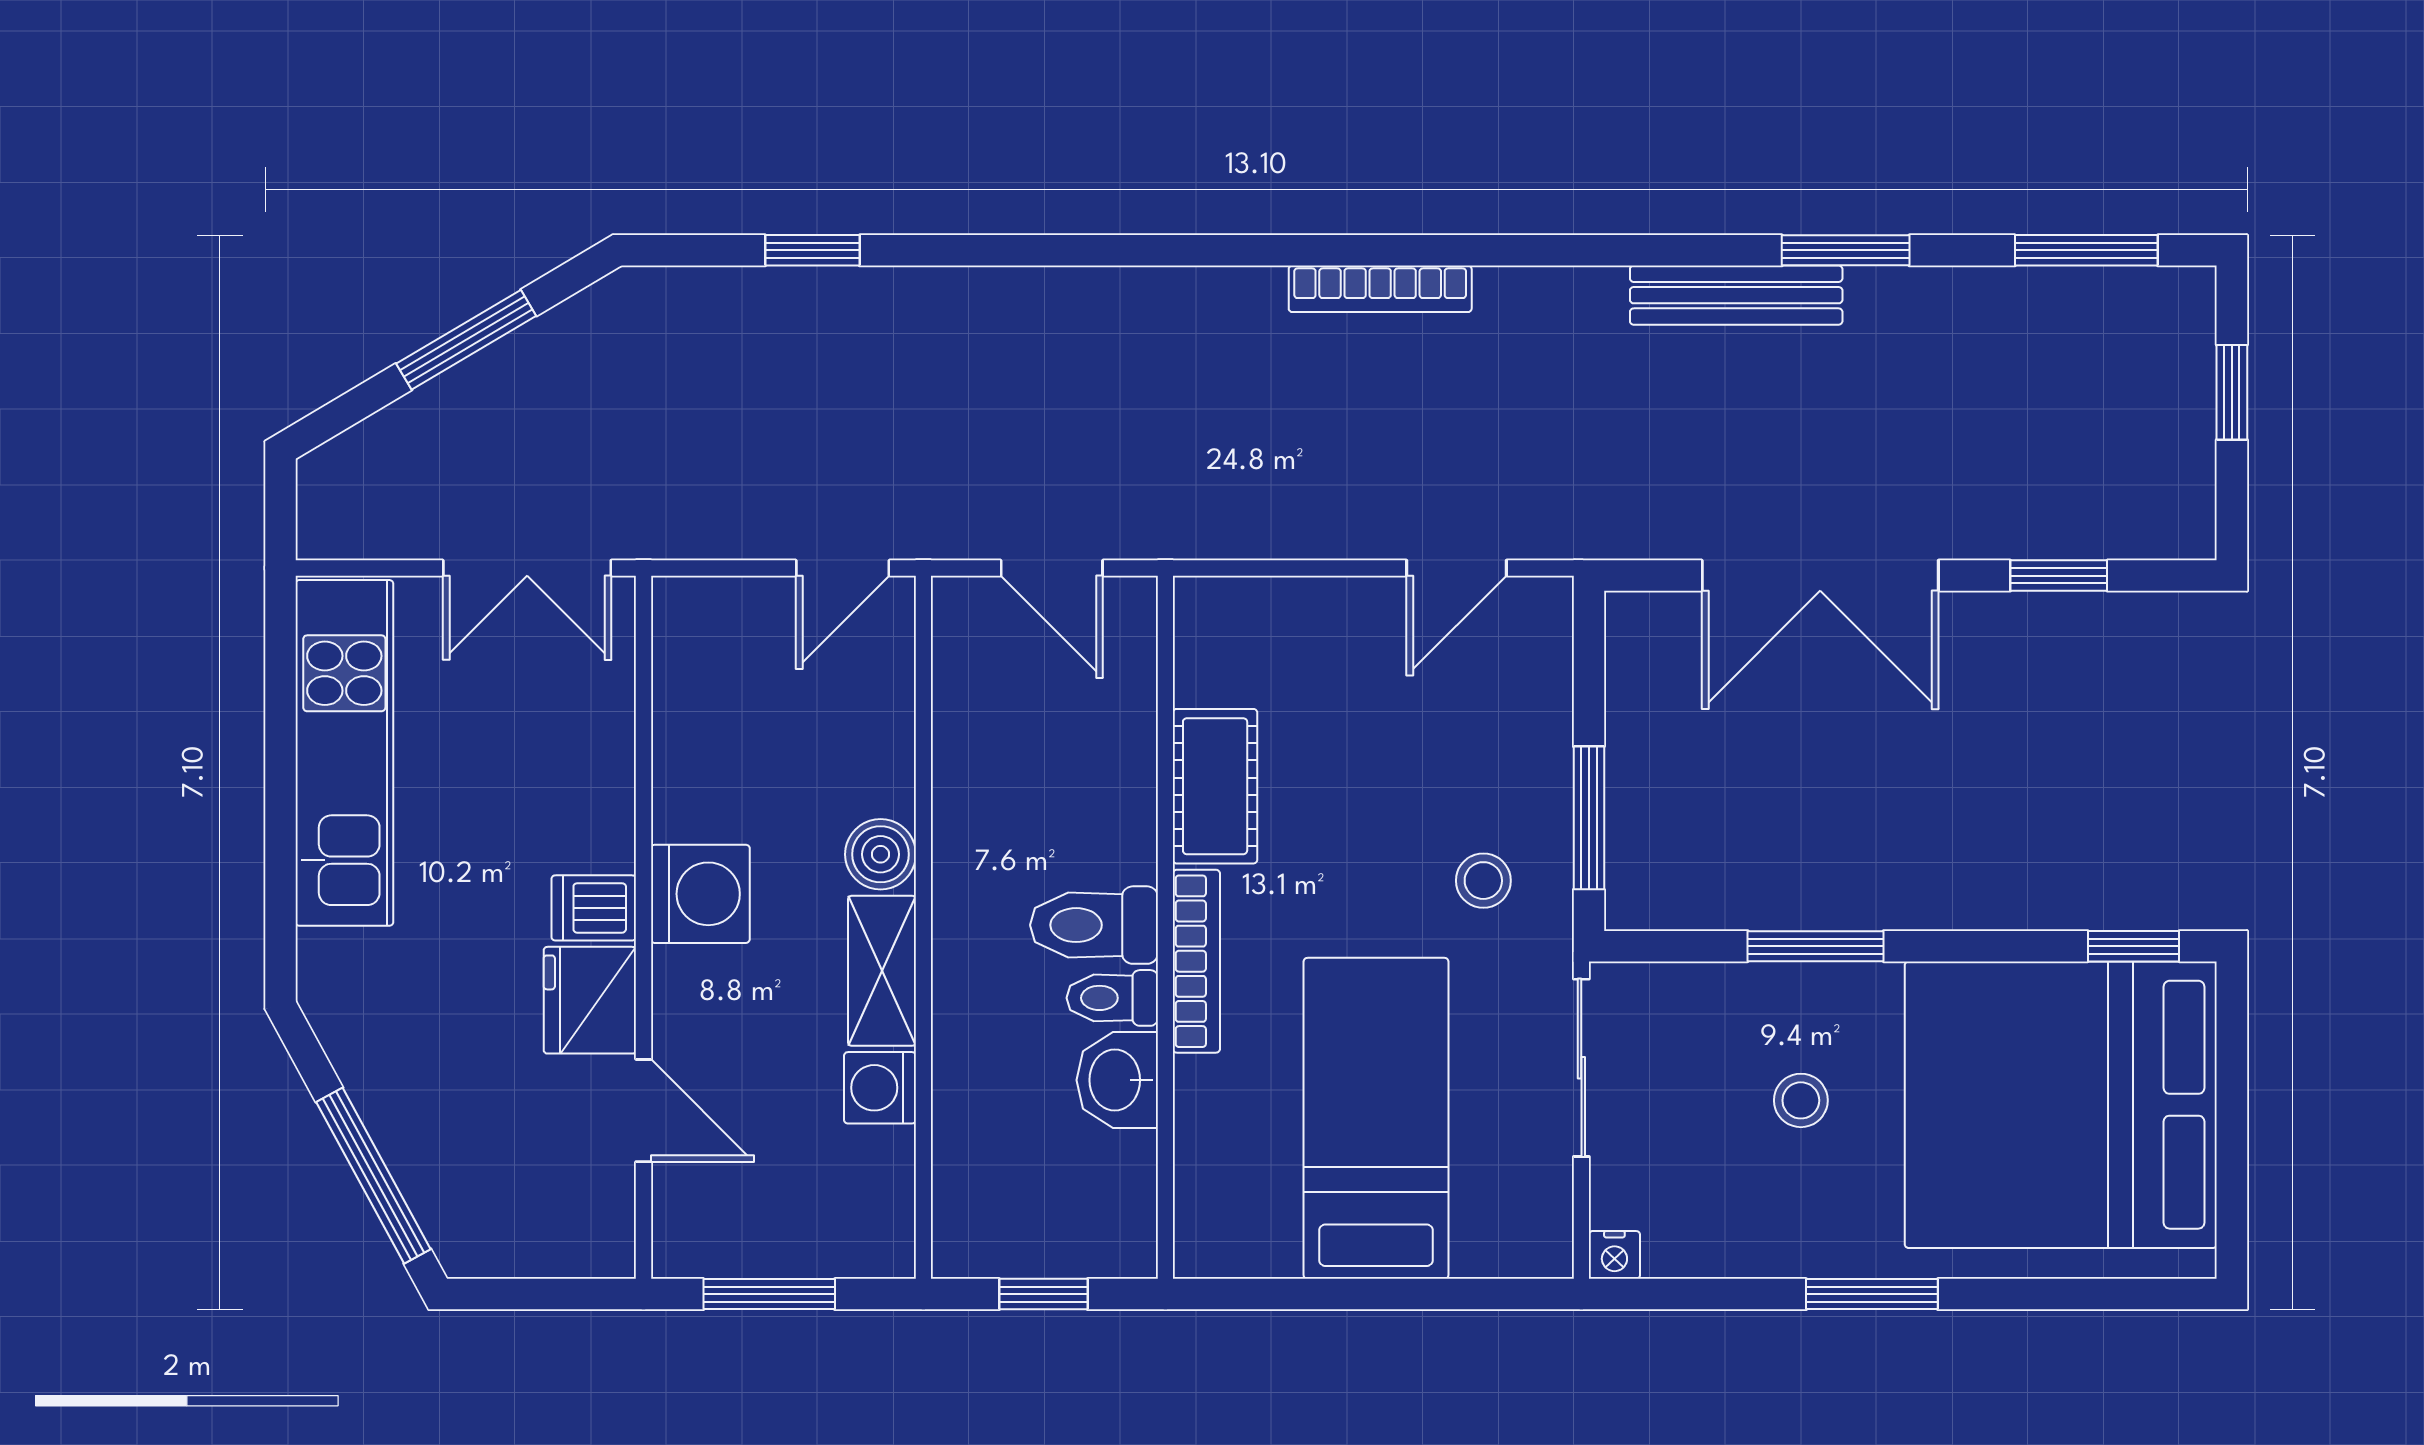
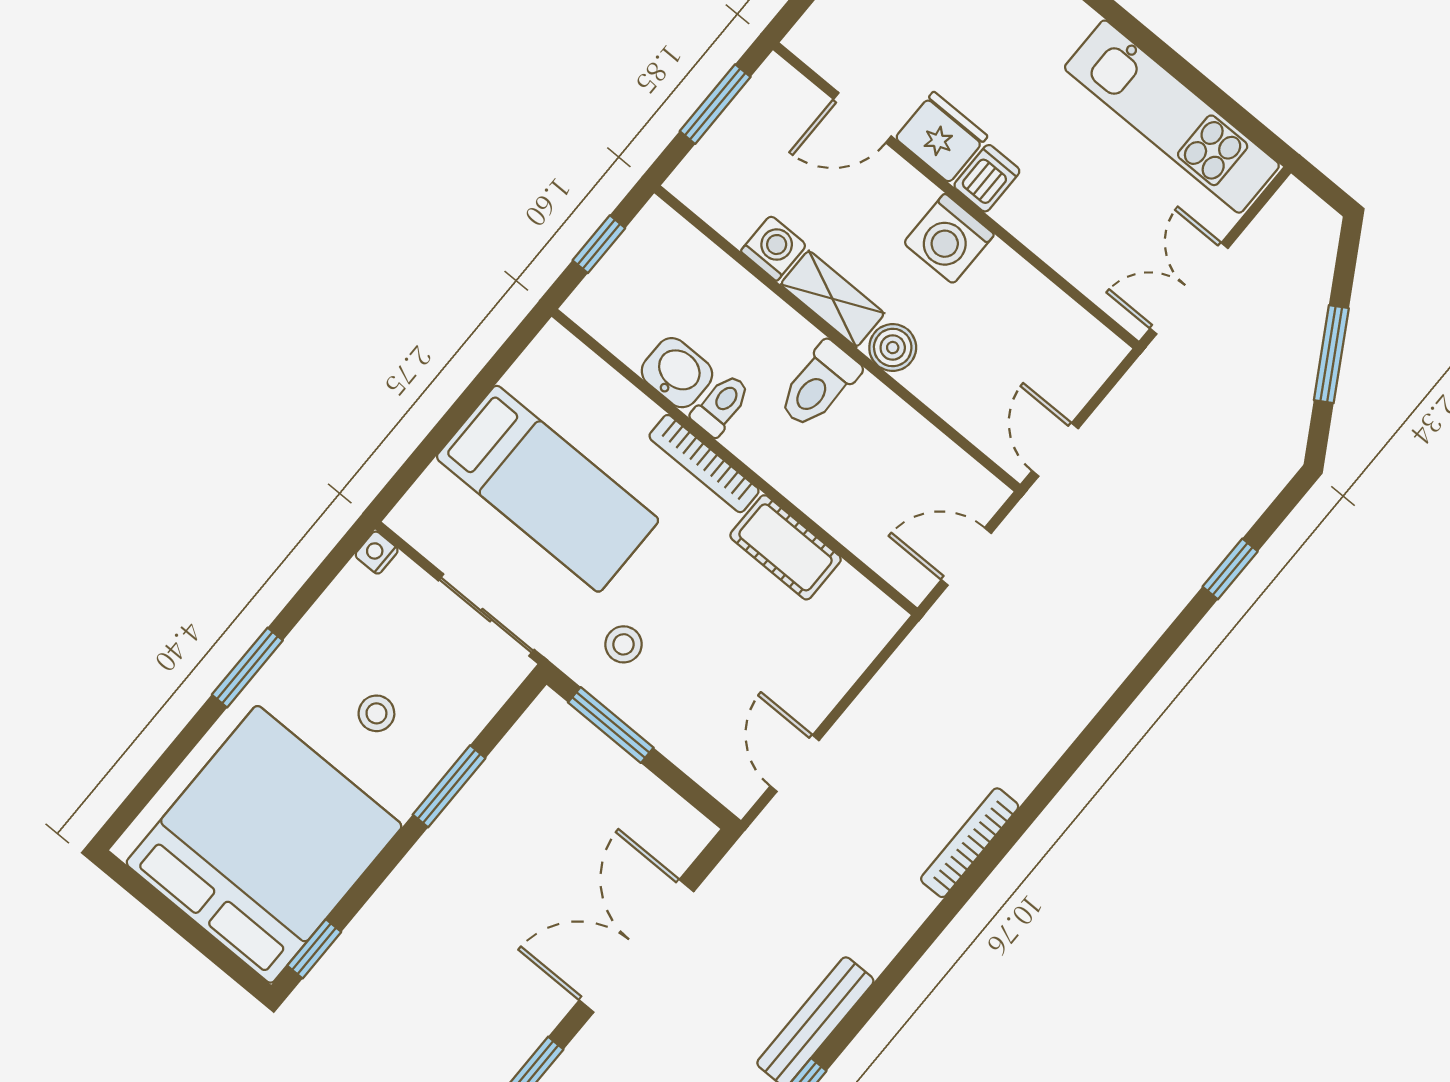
toilet: (1094, 925) -> (819, 385), moved, turned 180

